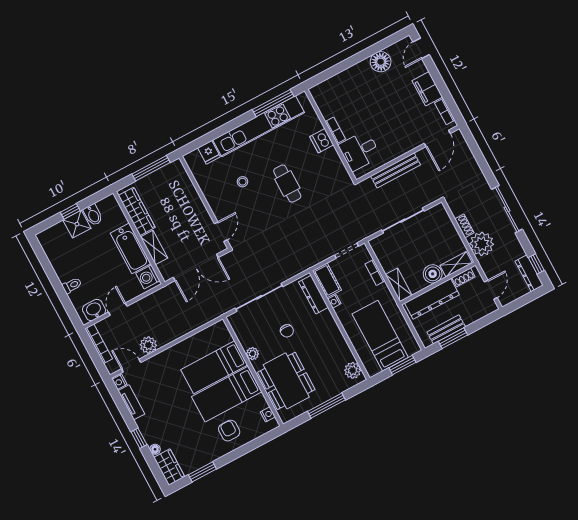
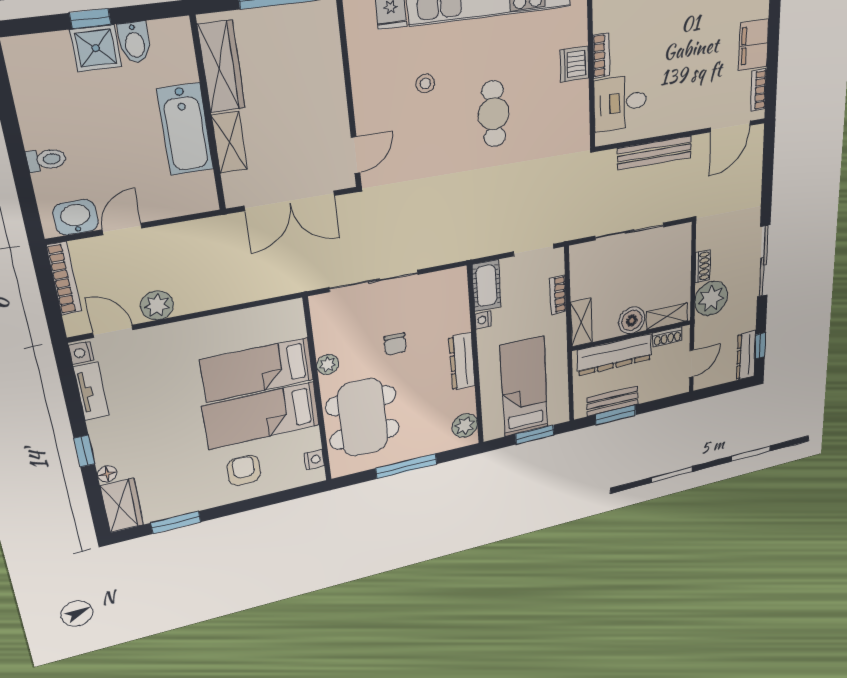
washing machine: (148, 277) -> (199, 190), removed
dresser: (313, 295) -> (462, 362), moved

